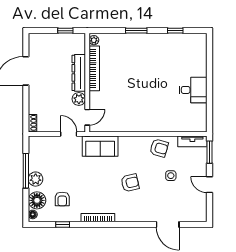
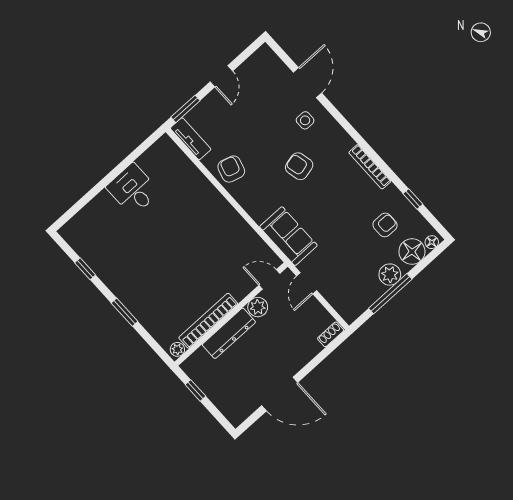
side table: (171, 176) -> (305, 120), moved

